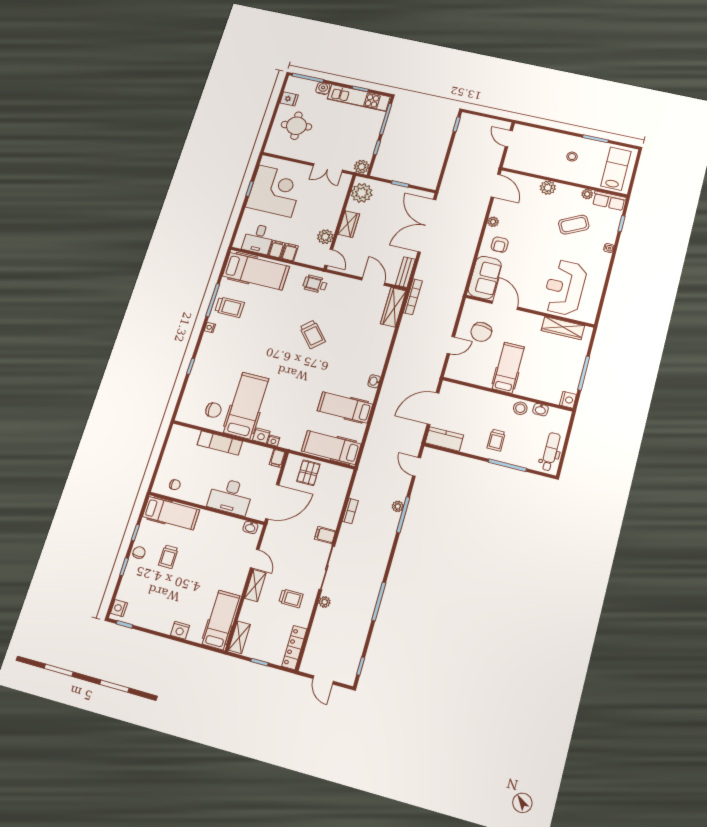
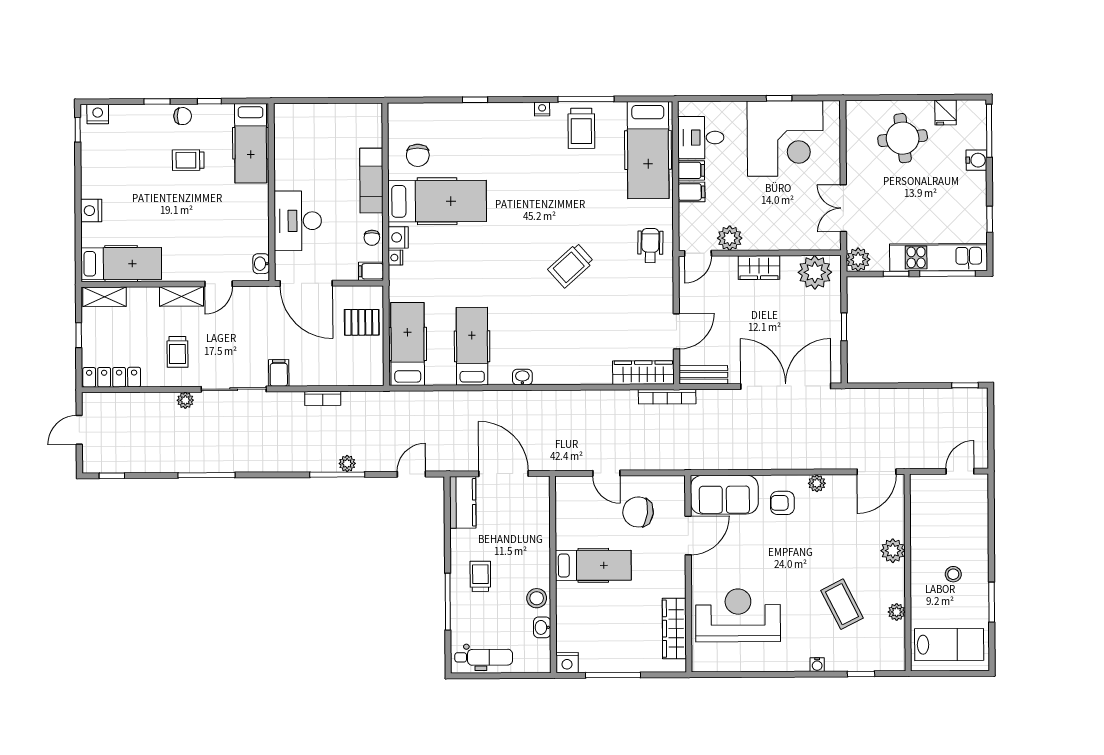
kitchen unit: (359, 98) -> (938, 257), moved, turned 90
row of seats: (609, 201) -> (894, 647), removed
trolley: (496, 440) -> (480, 576), turned 90
chair: (175, 485) -> (372, 238), moved

